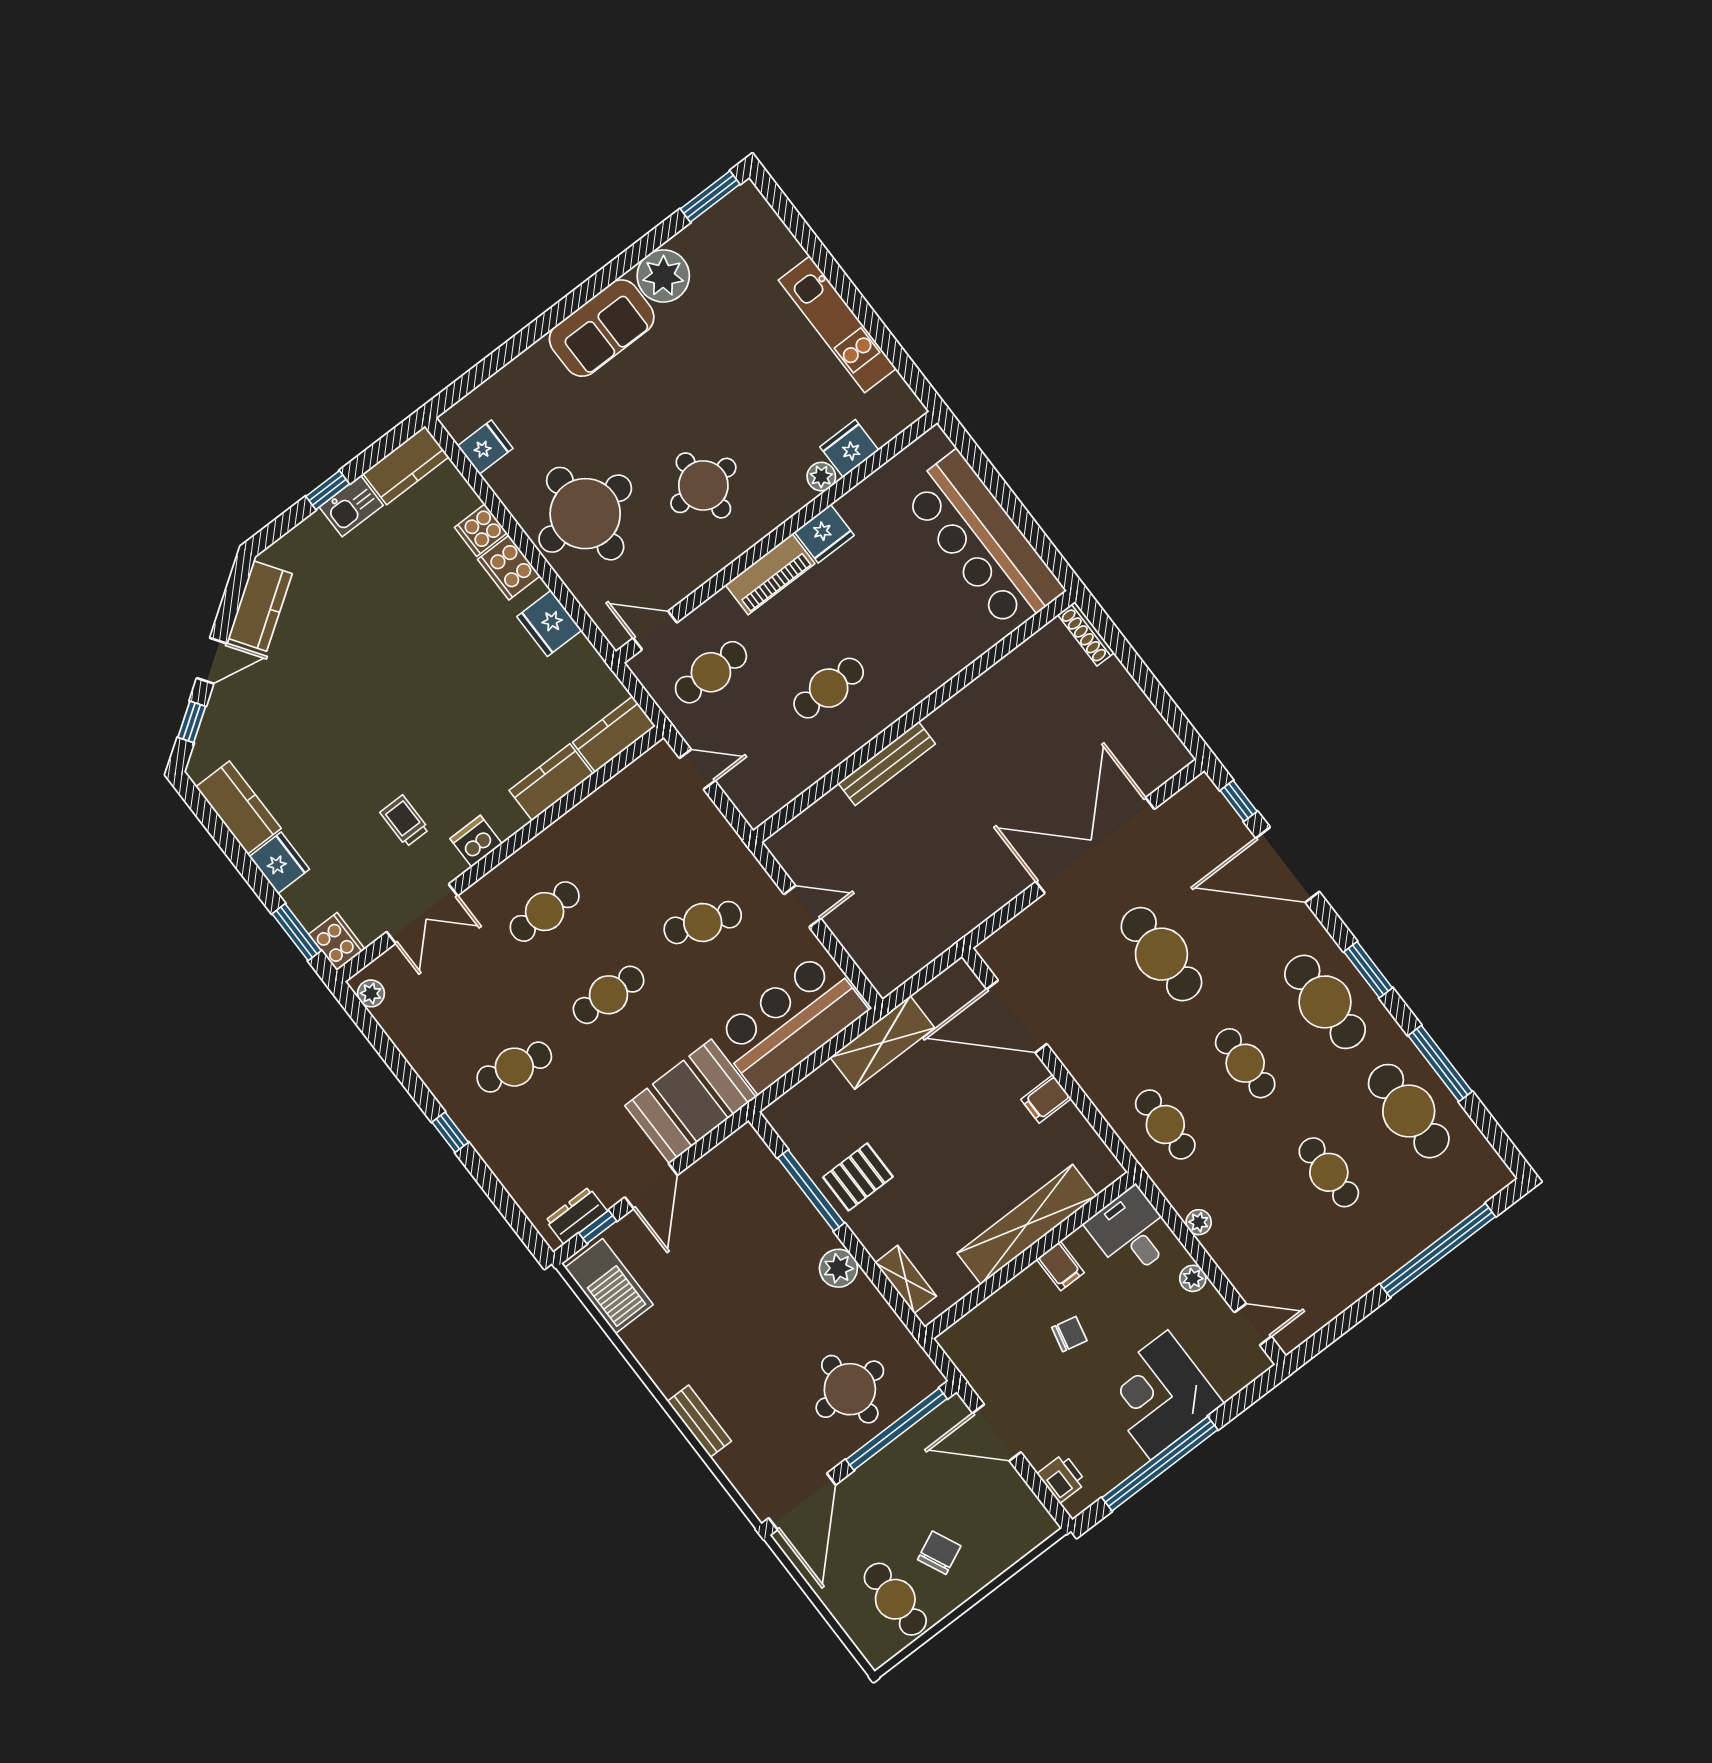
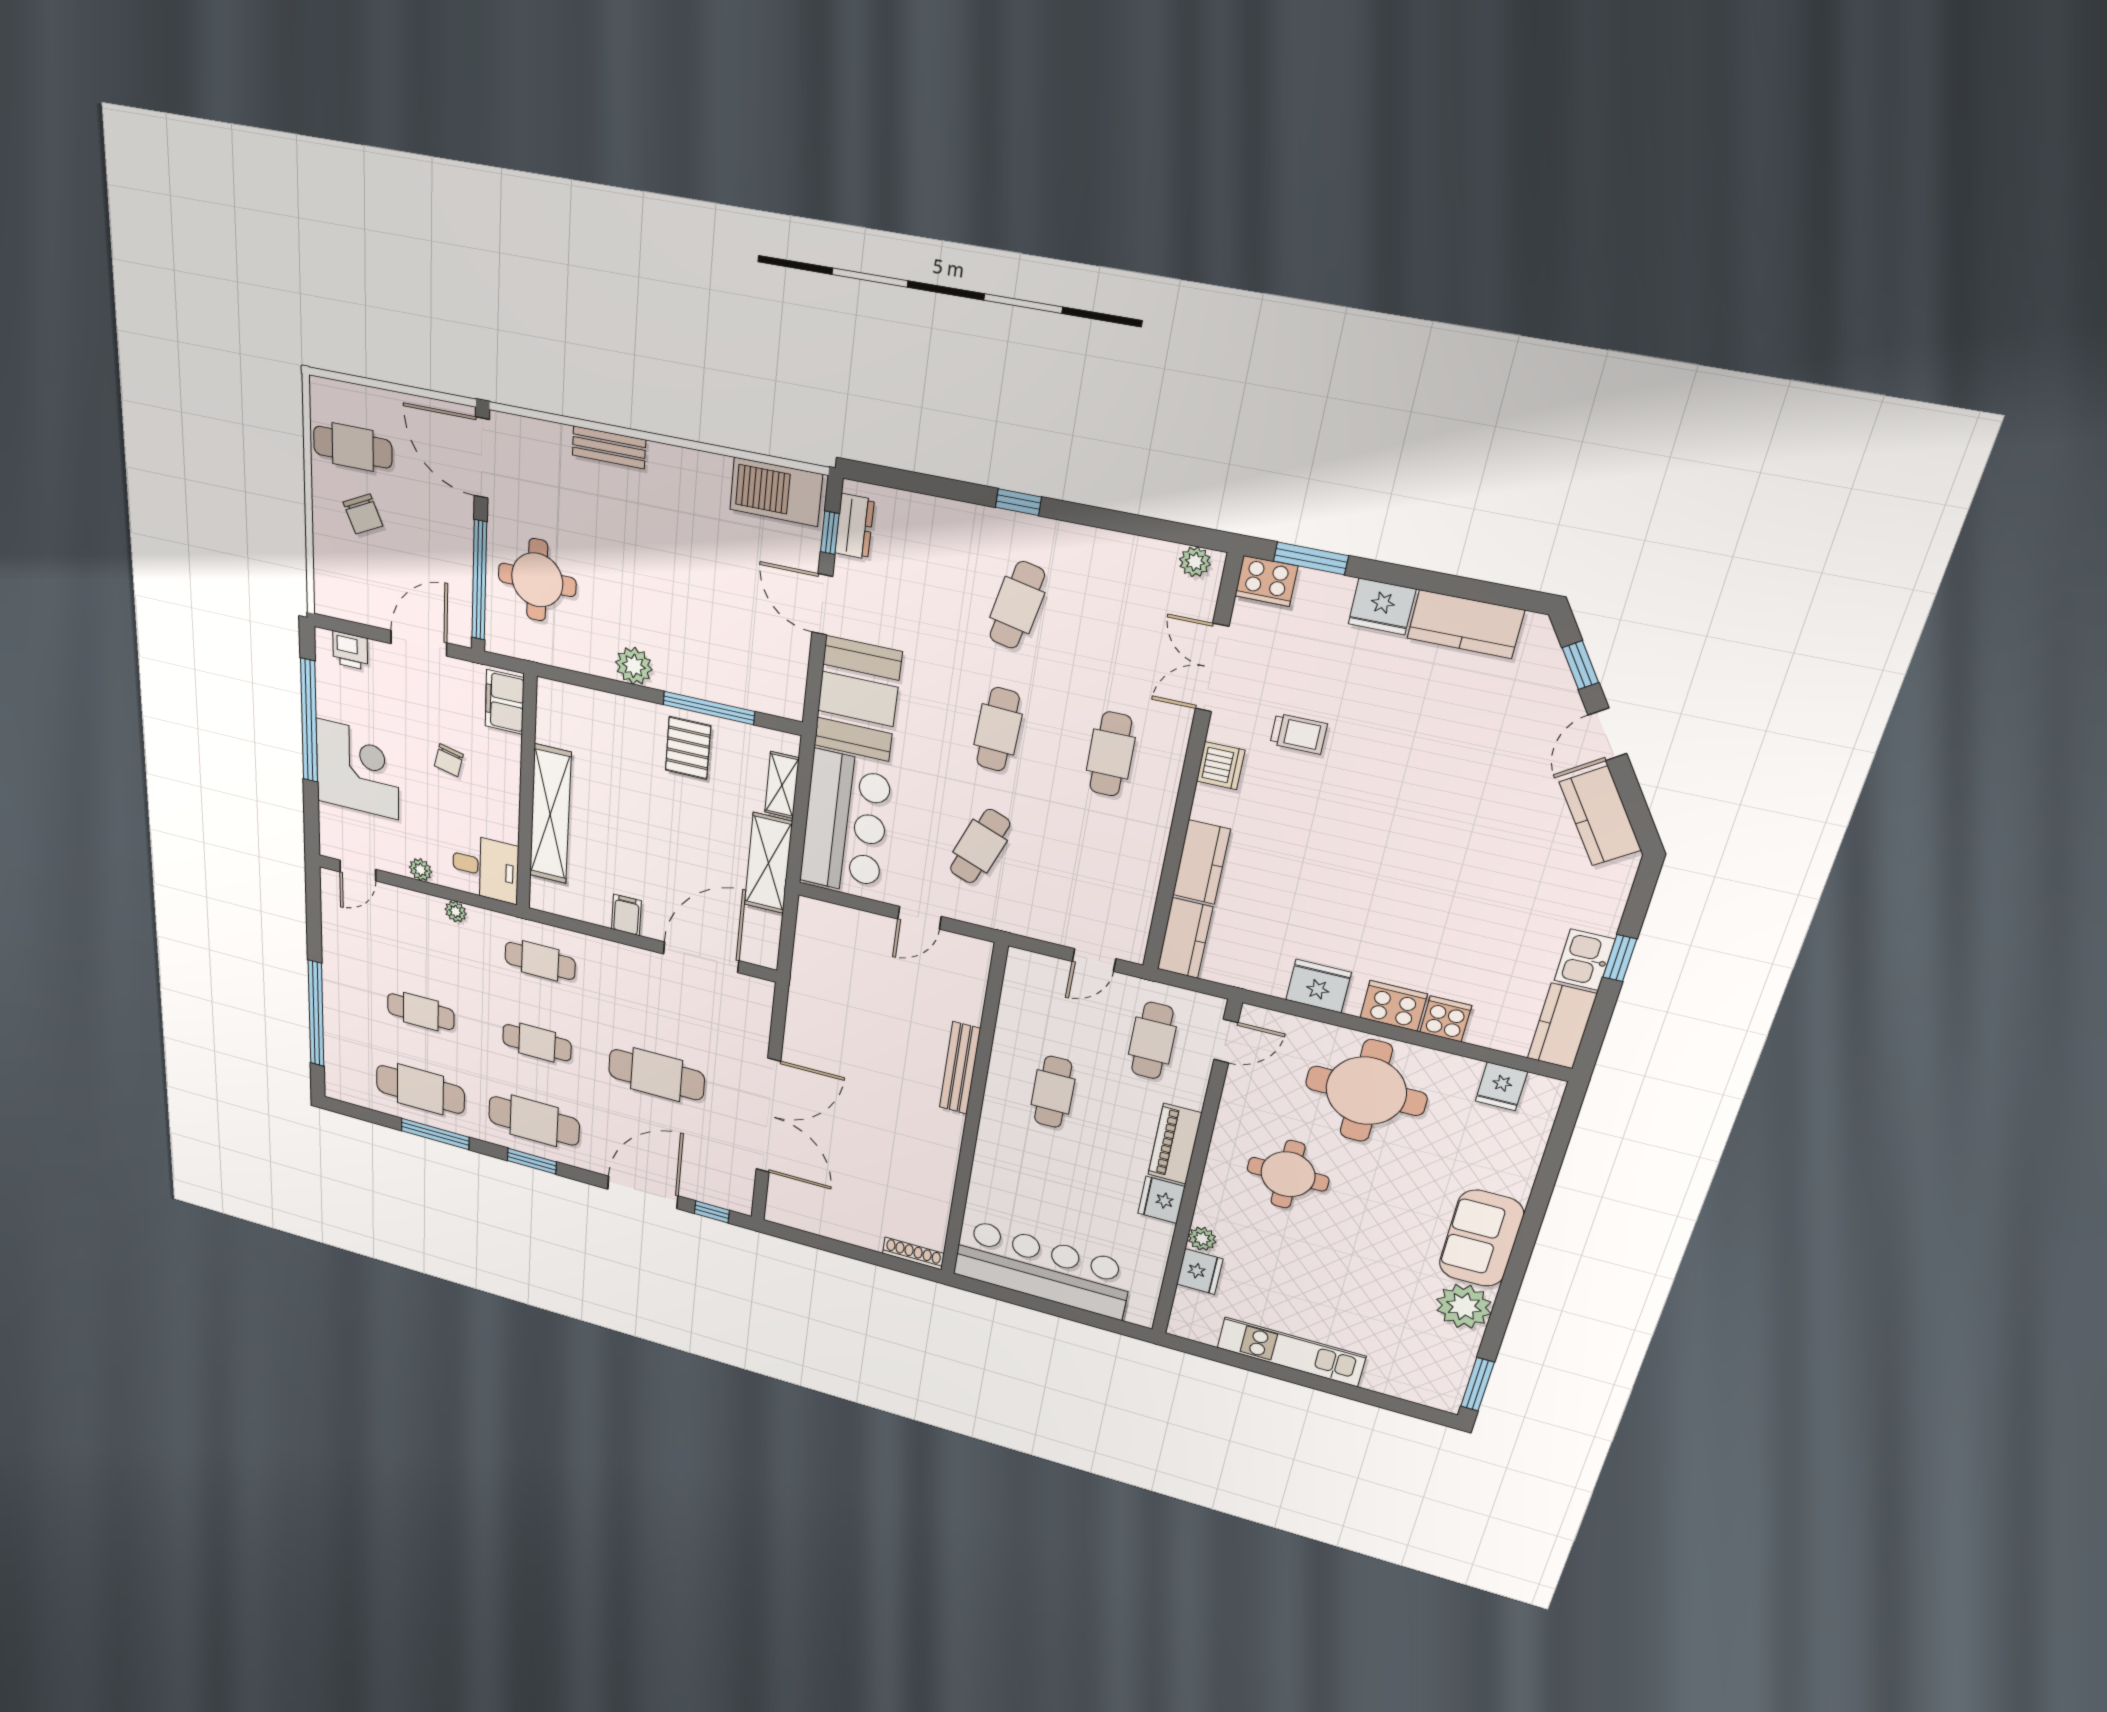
filing cabinet: (1060, 1266) -> (505, 702), moved, width x2.00
shelving: (906, 1279) -> (782, 785), moved, turned 90

